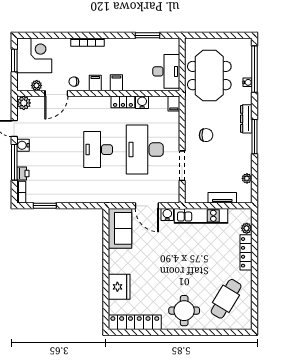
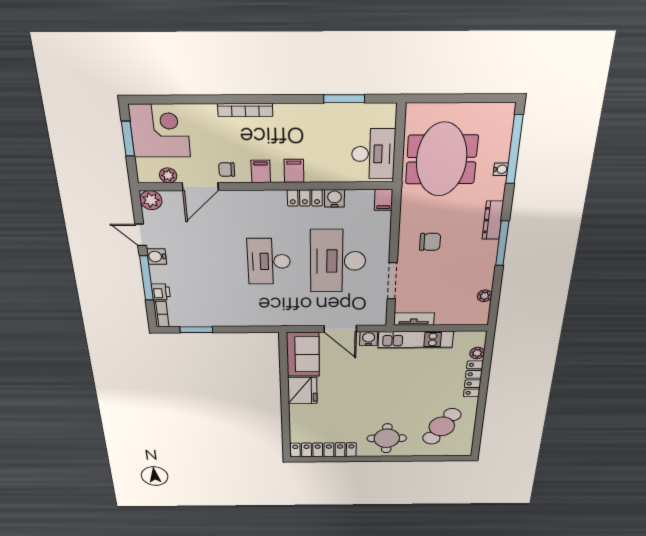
tv unit: (222, 198) -> (414, 319), moved
fridge: (119, 287) -> (302, 391), moved

